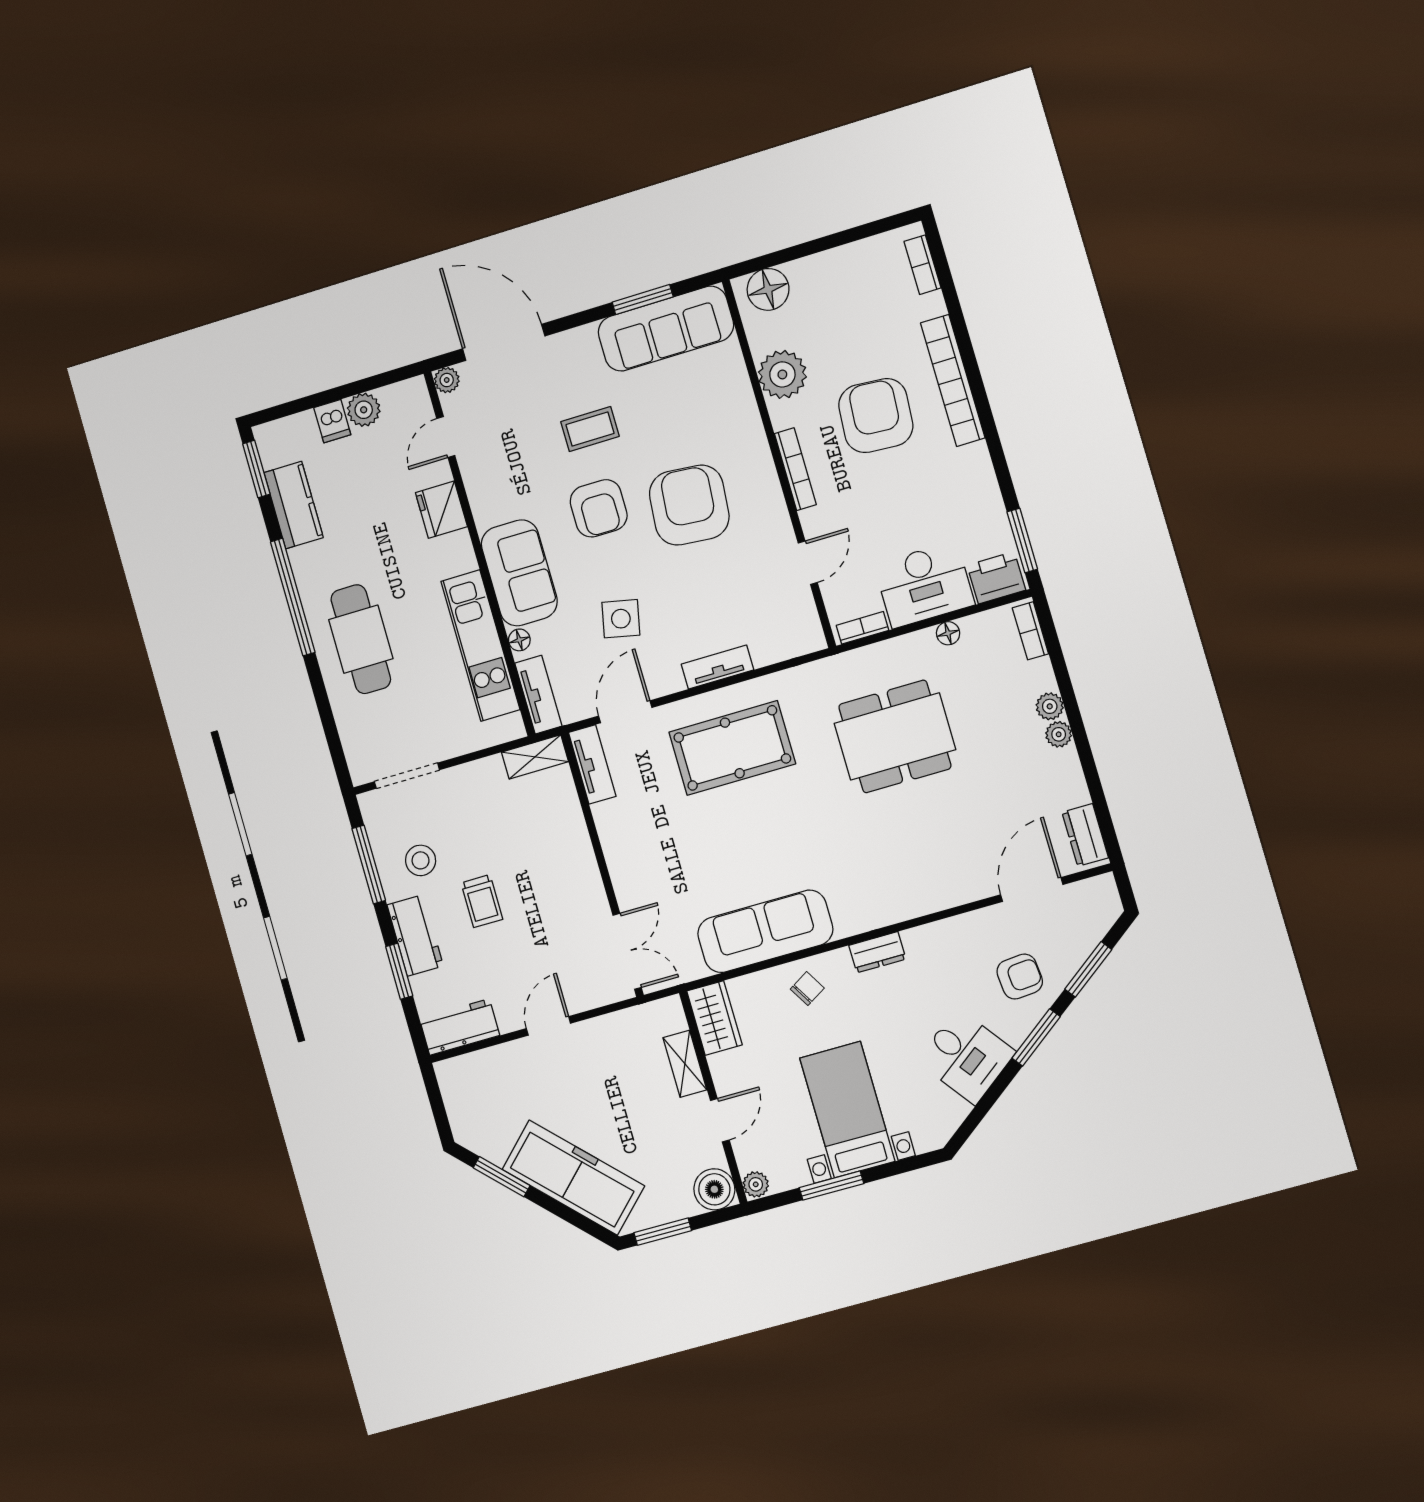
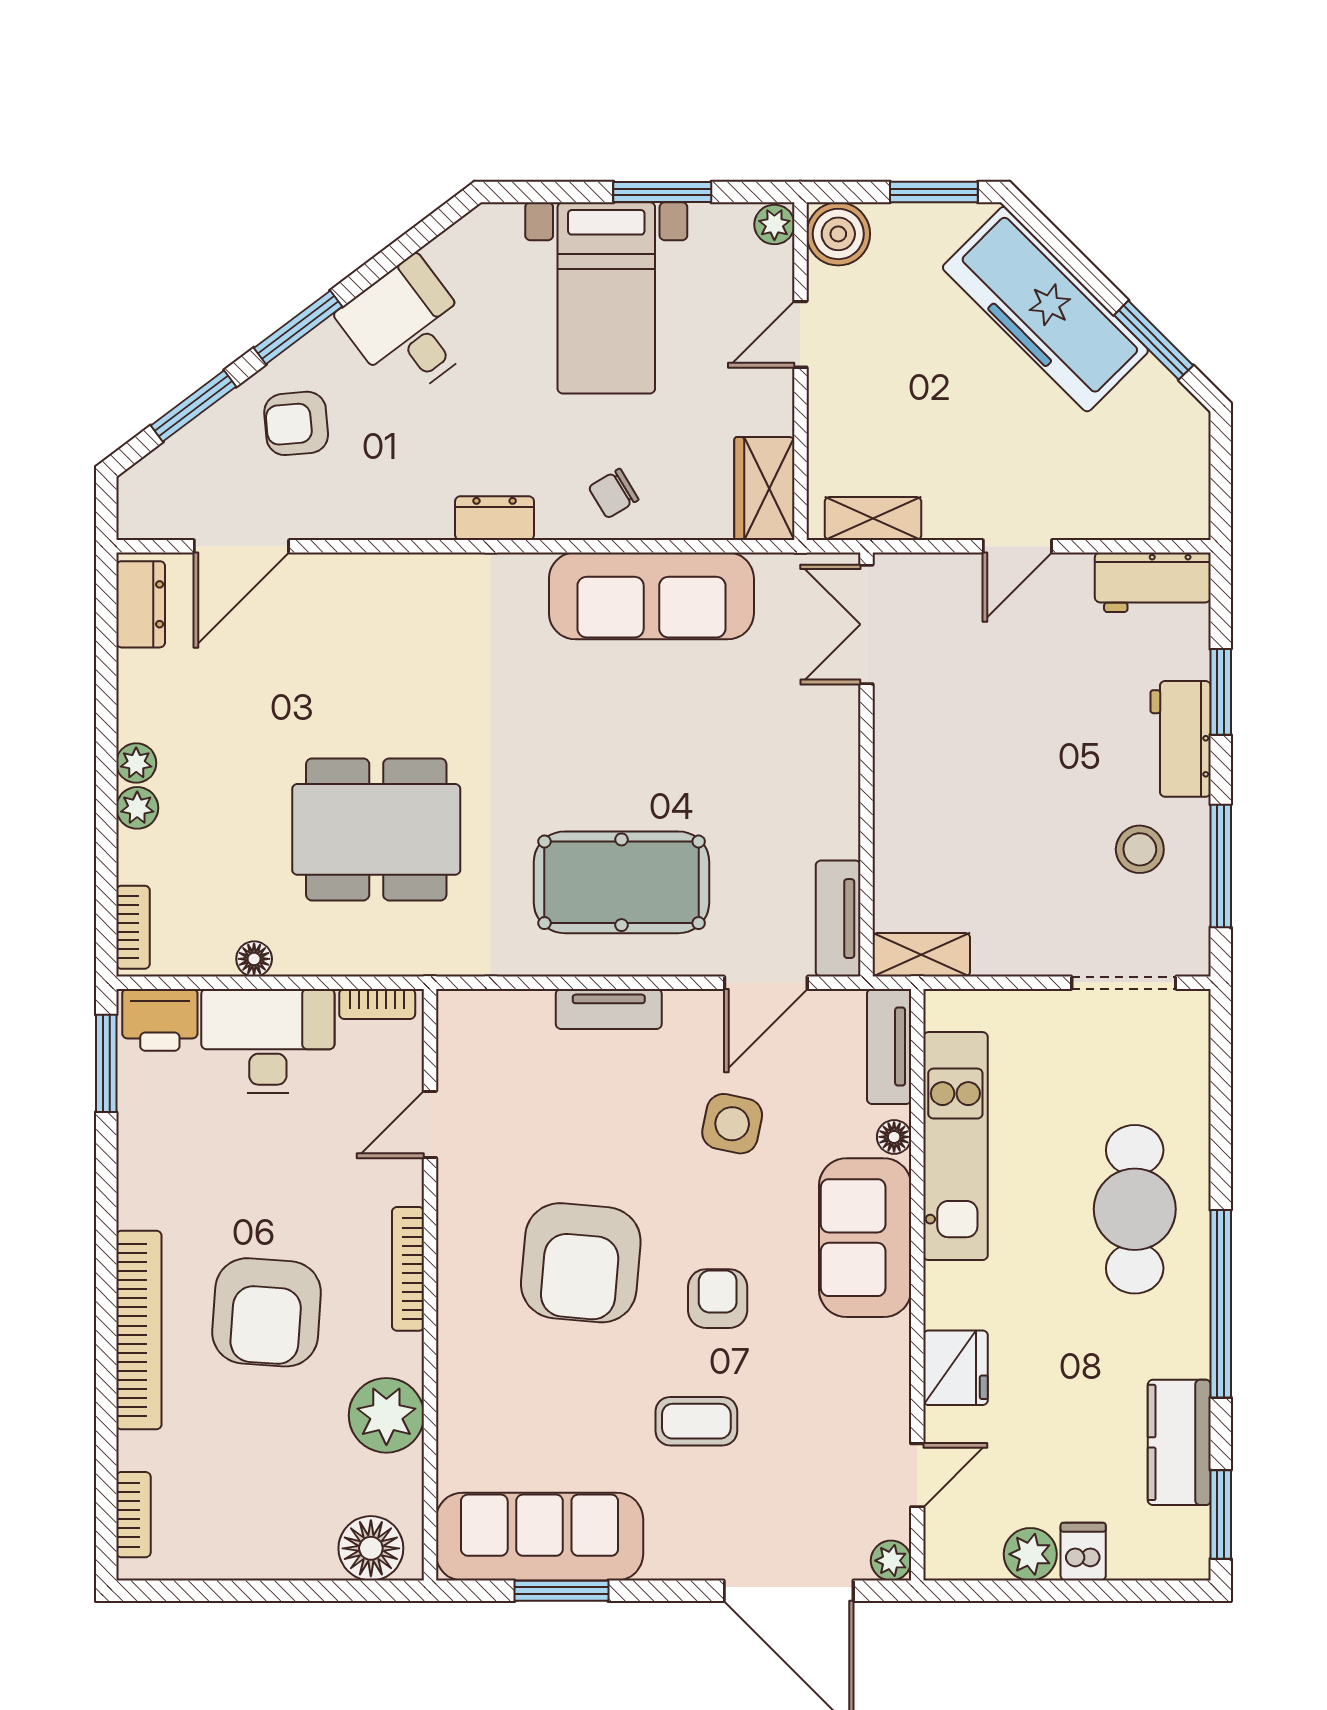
armchair: (599, 508) -> (718, 1299), width x0.72, depth x0.72
trolley: (482, 901) -> (1064, 762), removed
shelving: (685, 1064) -> (873, 519), moved, turned 90

